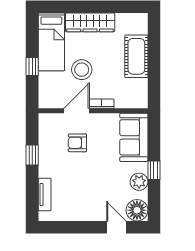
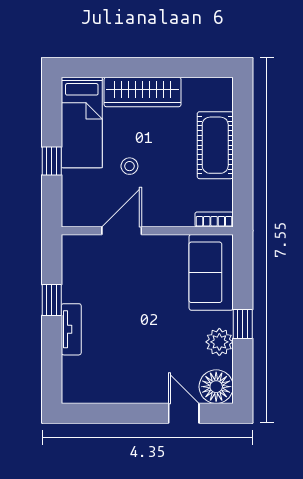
stool: (82, 70) -> (129, 166), width x0.53, depth x0.53
bookcase: (102, 104) -> (214, 219), moved
armchair: (77, 143) -> (123, 281), removed
tv unit: (45, 194) -> (71, 329), moved

